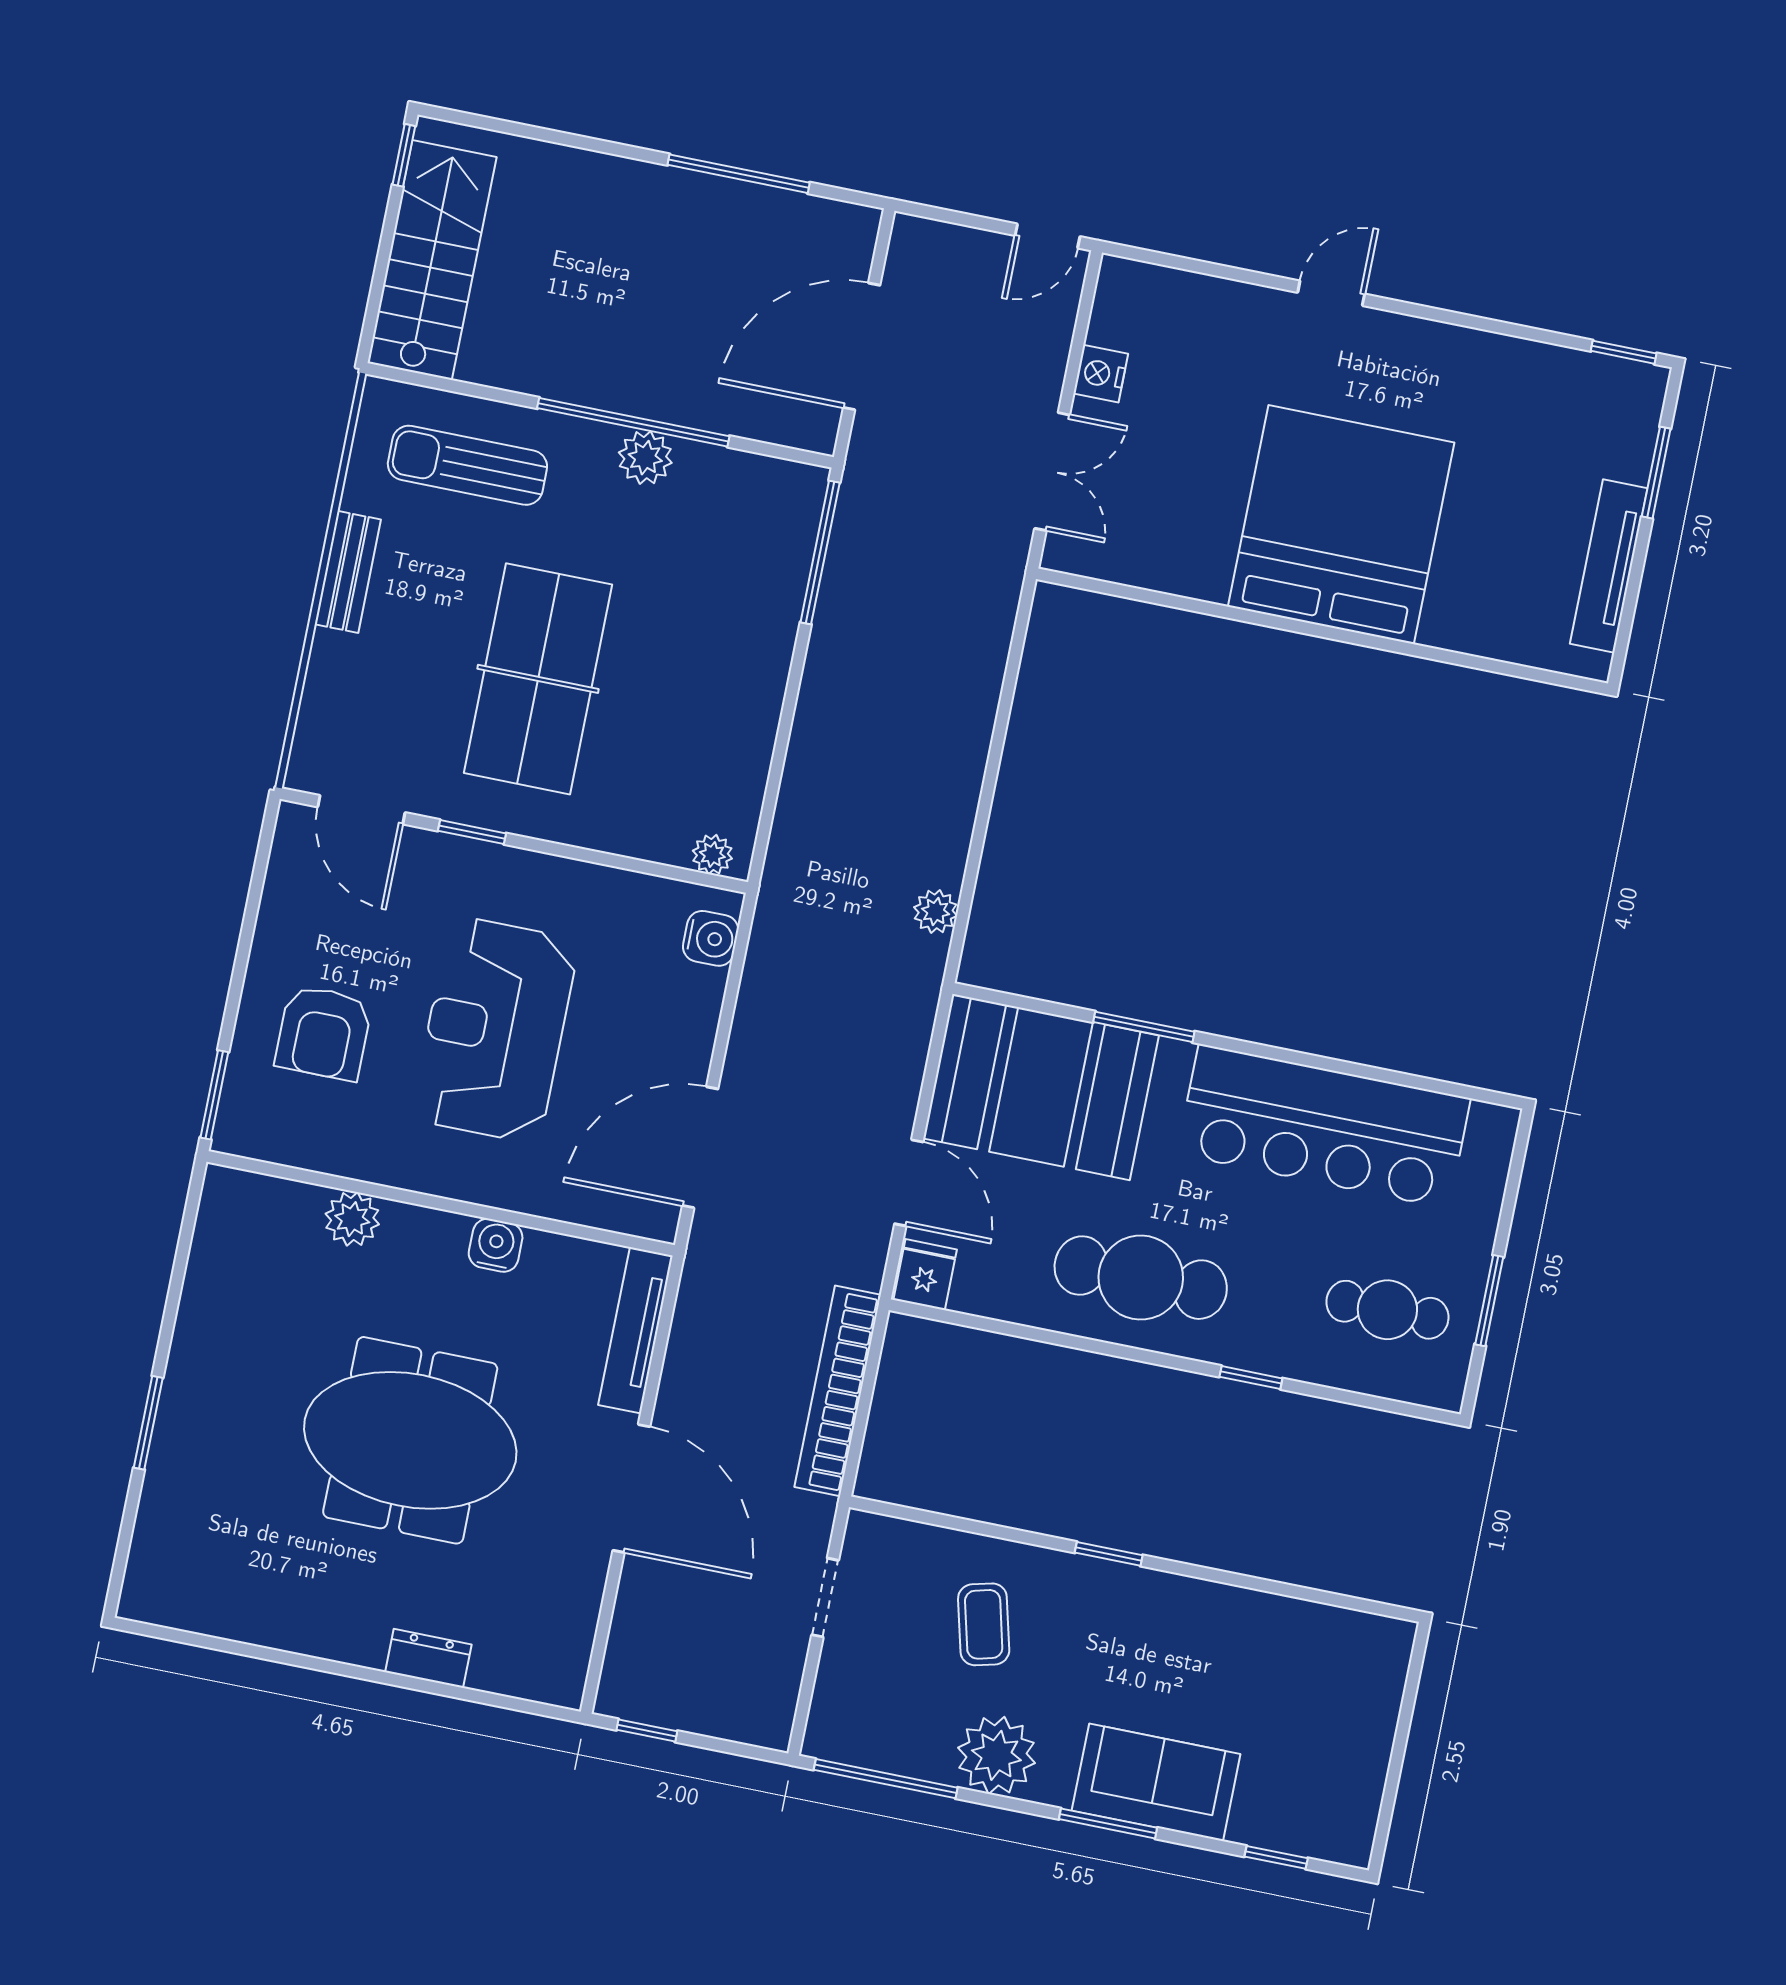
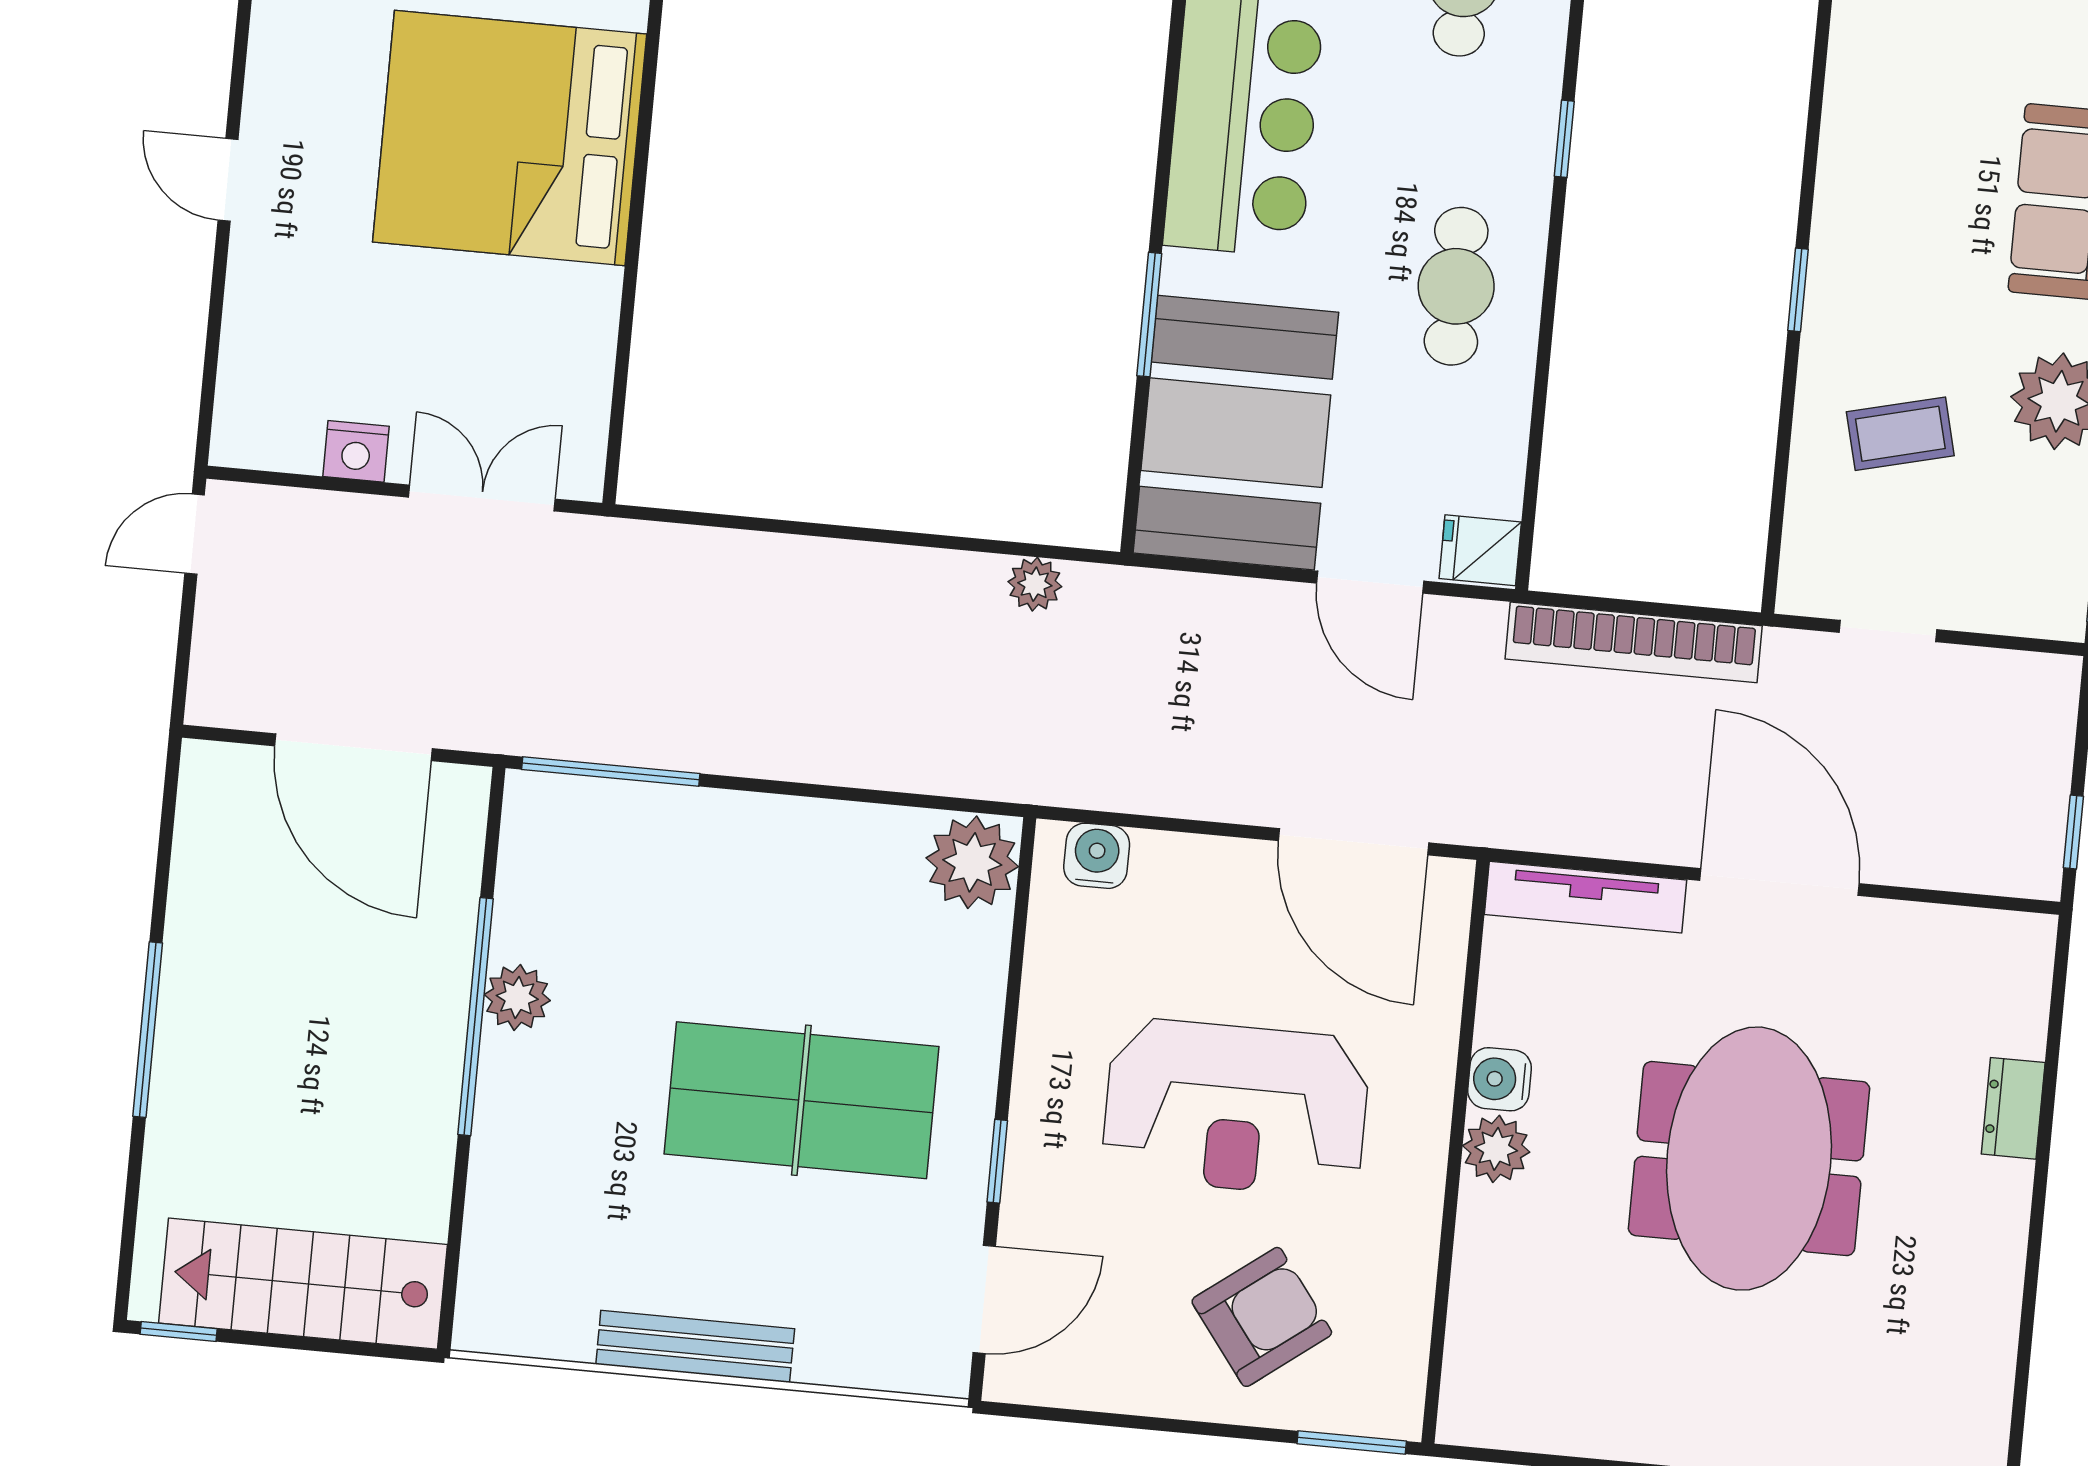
window: (739, 174) -> (148, 1030), moved
door: (1047, 236) -> (195, 534), swing flipped
sun lounger: (467, 465) -> (549, 1214), removed
bench: (348, 572) -> (695, 1346), width x1.36
plant: (712, 855) -> (972, 862), width x1.88, depth x1.88
armchair: (323, 1033) -> (1262, 1317), turned -37
door: (909, 1183) -> (1370, 582), swing flipped
plant: (352, 1219) -> (1496, 1149), moved
cafe table: (1141, 1278) -> (1456, 286), width x0.73, depth x0.74
door: (631, 1489) -> (1780, 882), hinge flipped

